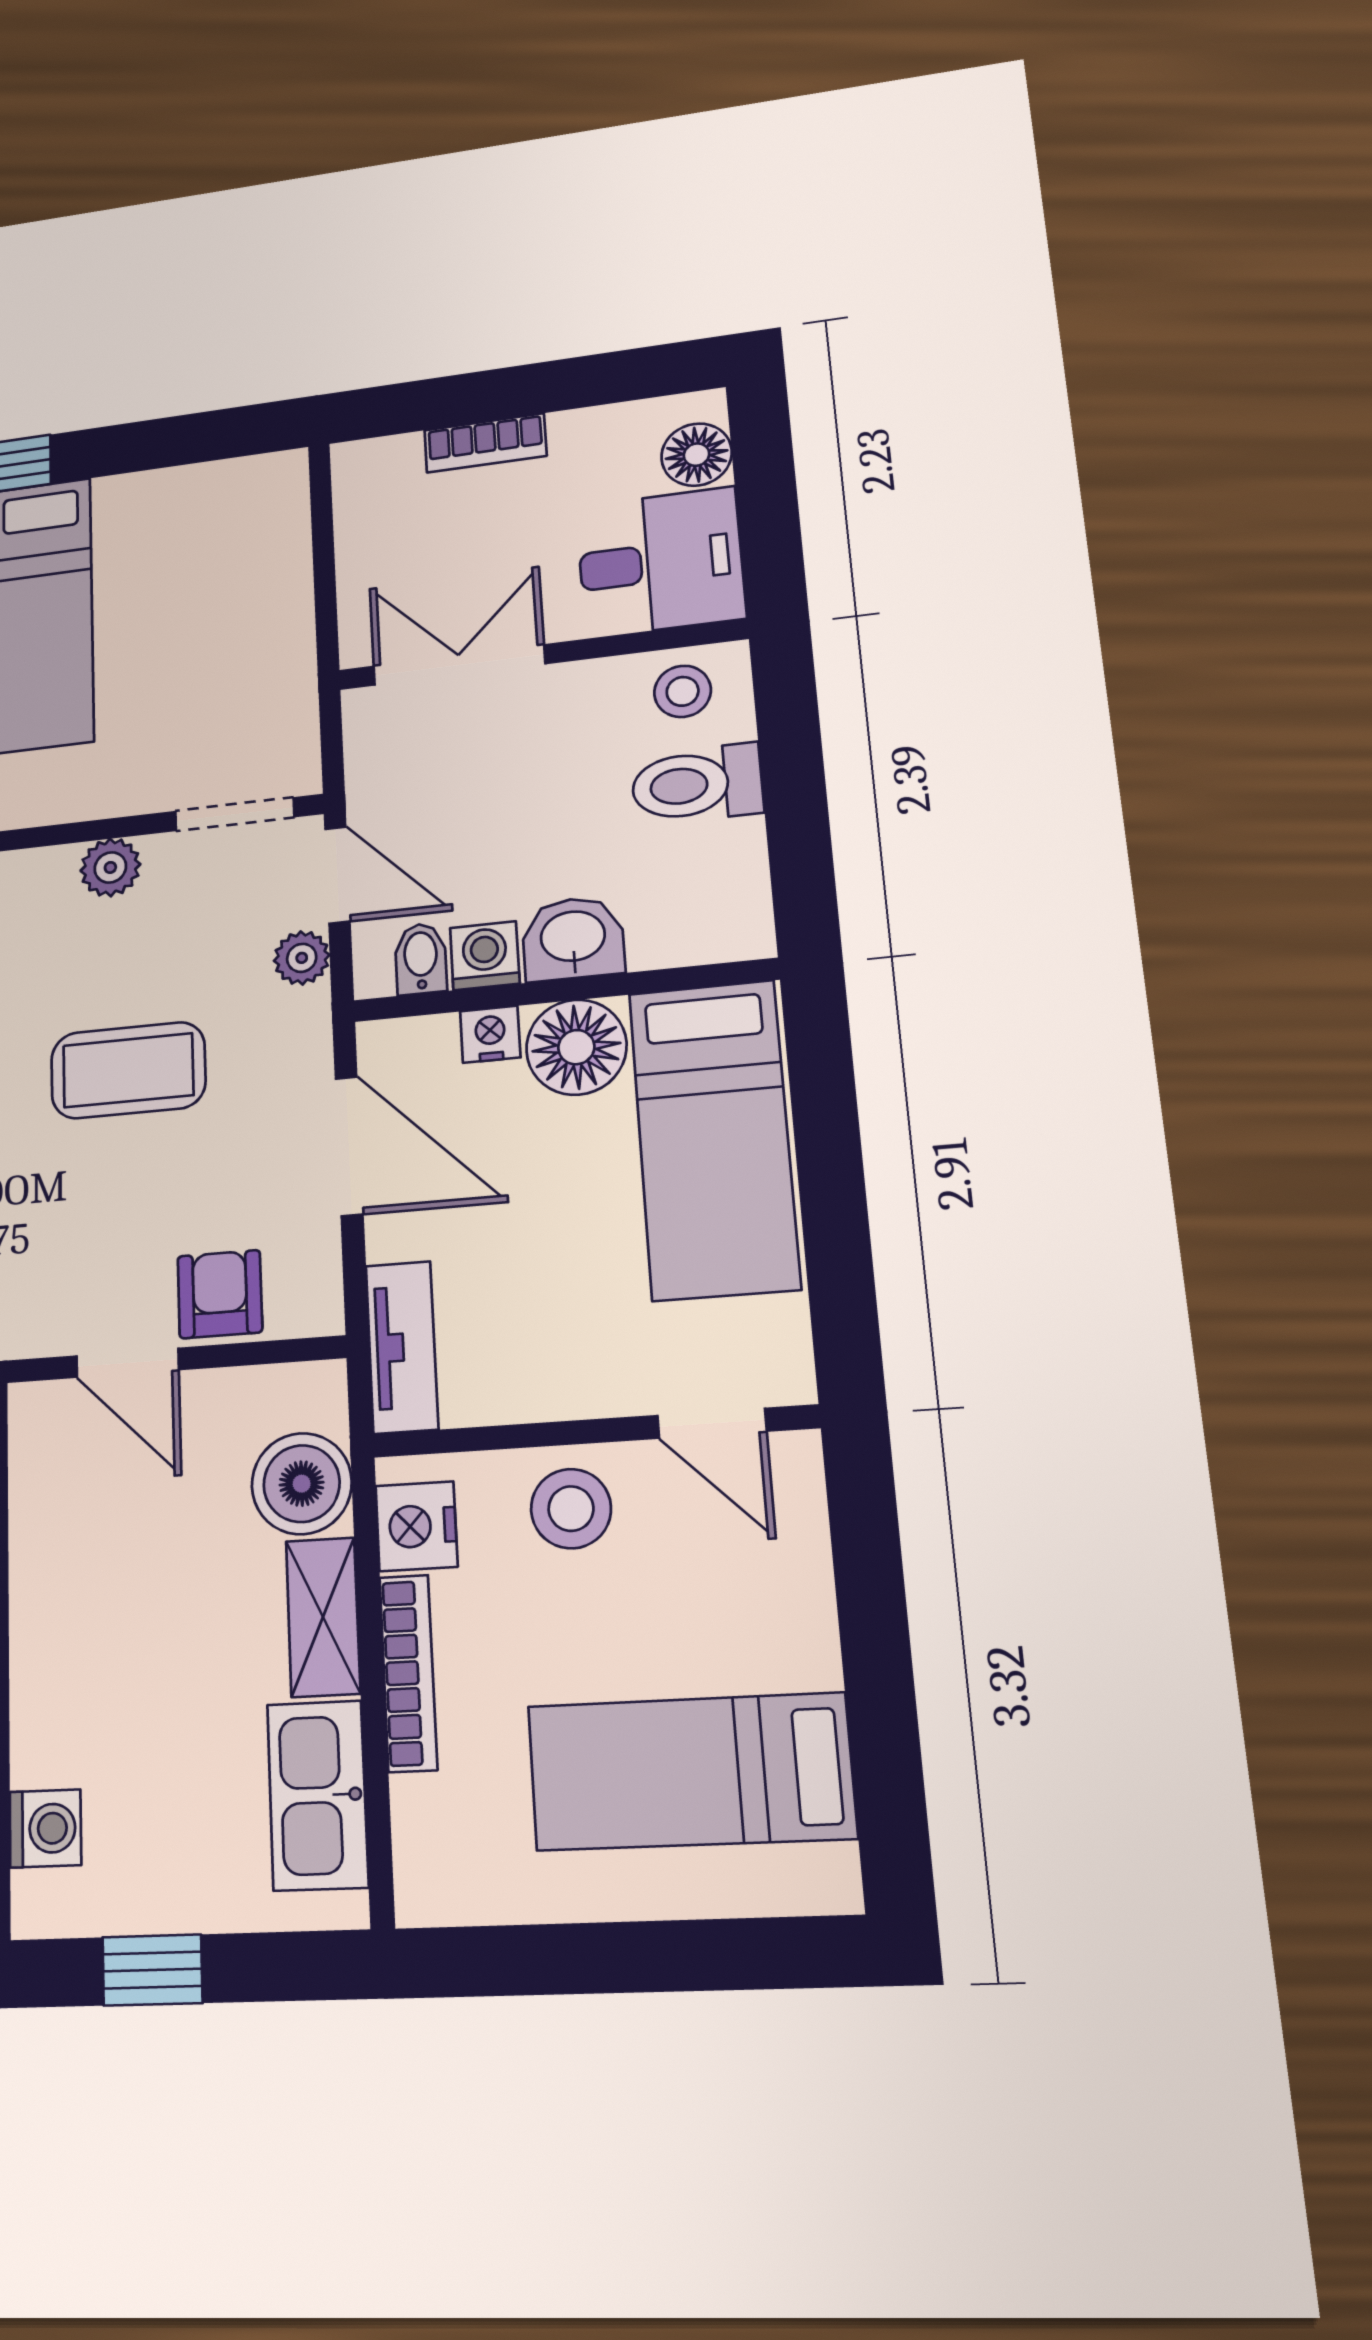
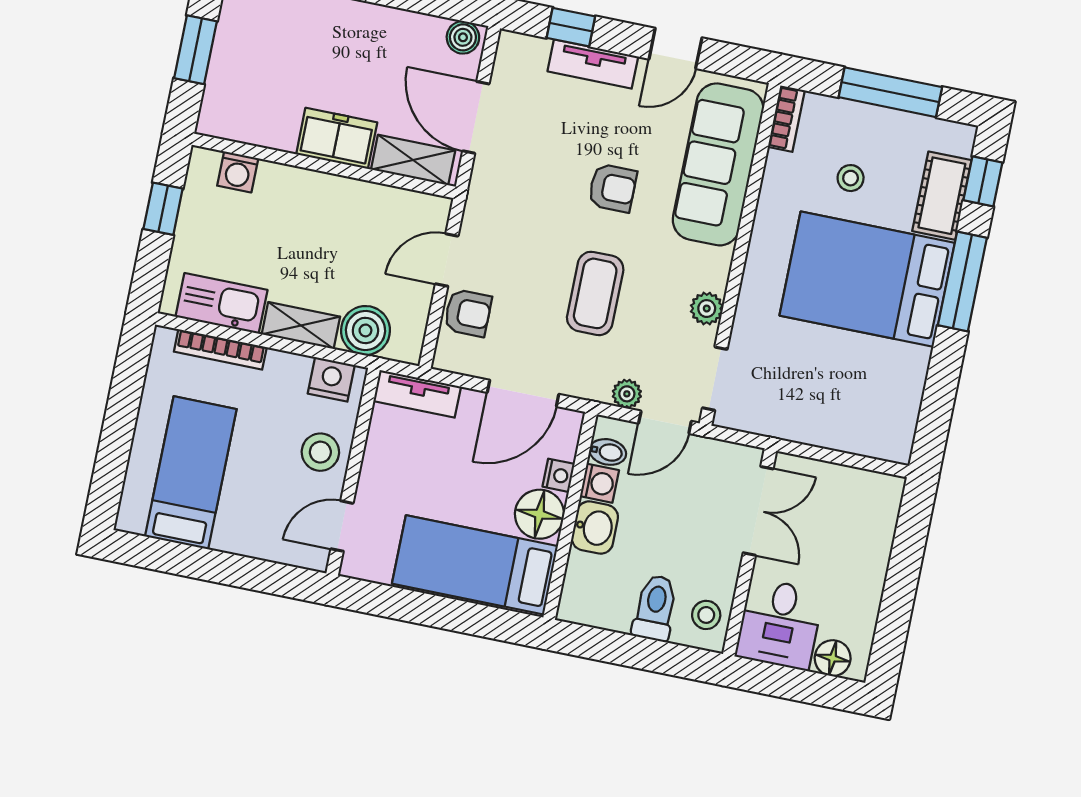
bookcase: (485, 443) -> (878, 556), removed
bookcase: (408, 1673) -> (220, 349), moved

